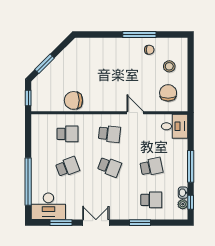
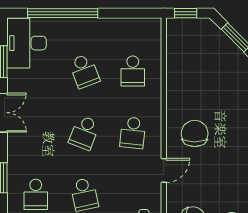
chair: (73, 100) -> (195, 133), moved

